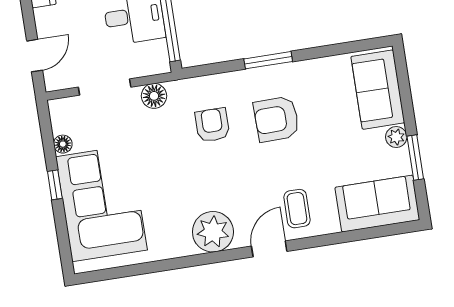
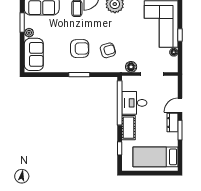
door: (35, 56) -> (180, 105), moved
armchair: (212, 125) -> (108, 50), turned -107

